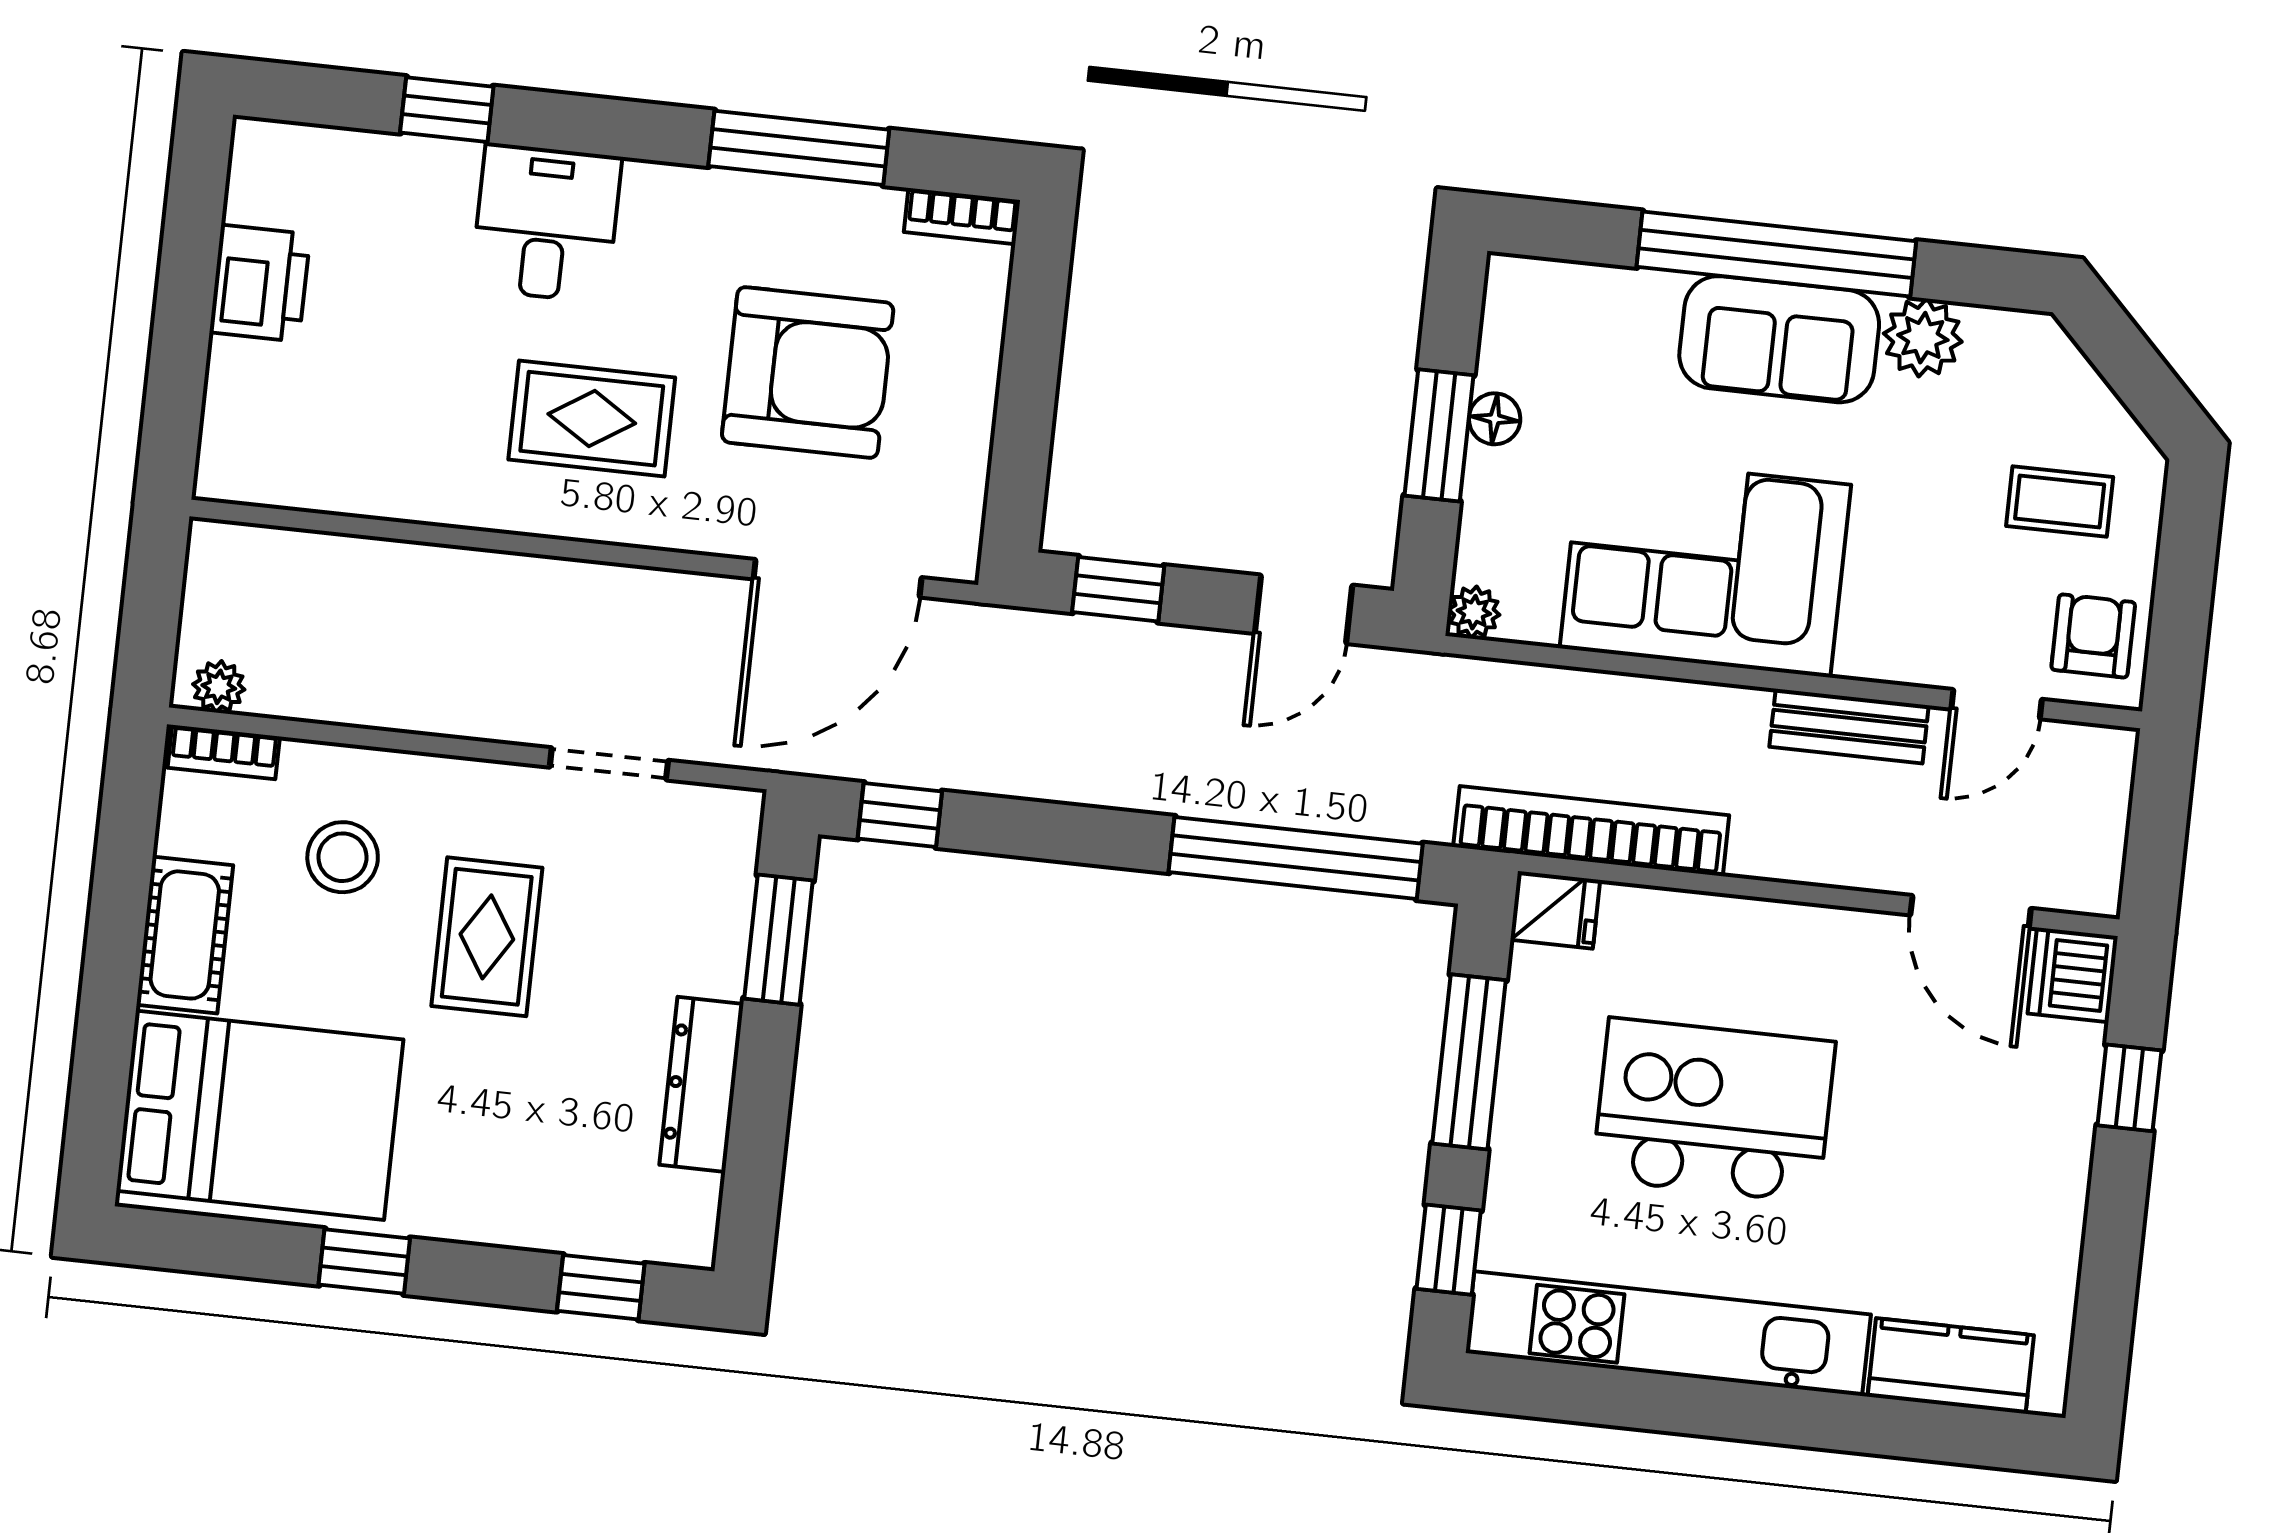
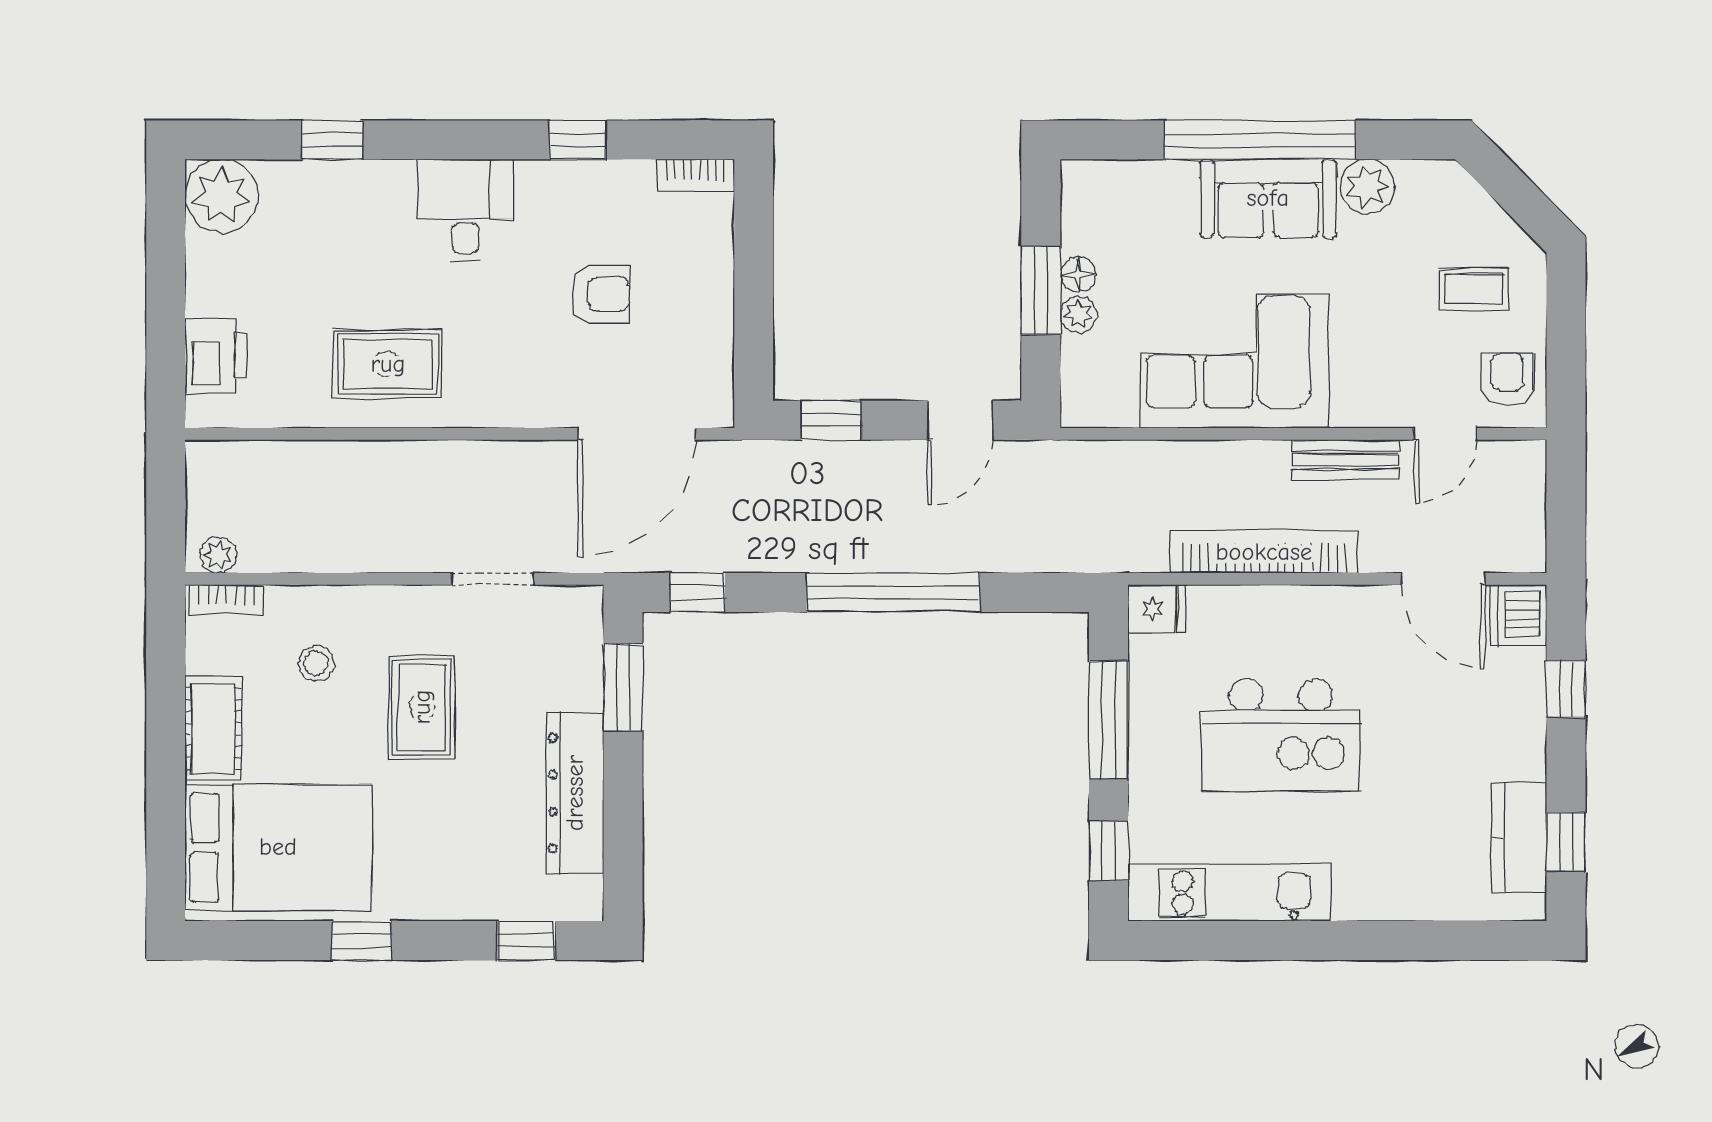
window: (799, 148) -> (578, 140), width x0.46
plant: (280, 172) -> (221, 196), added
desk: (546, 223) -> (465, 211), moved
printer: (260, 283) -> (216, 356), moved
armchair: (808, 372) -> (601, 294), width x0.53, depth x0.53
rug: (592, 419) -> (388, 364), moved
plant: (1474, 612) -> (1078, 314), moved
bookcase: (1591, 831) -> (1264, 552), moved
stool: (343, 857) -> (316, 663), width x0.73, depth x0.73
window: (1296, 858) -> (893, 592), moved
dresser: (701, 1084) -> (575, 793), width x1.37, depth x1.24
kitchen island: (1714, 1110) -> (1281, 735), turned 180
window: (2106, 1307) -> (1566, 842), added
kitchen unit: (1668, 1334) -> (1229, 893), width x0.73
kitchen counter: (1951, 1366) -> (1519, 837), moved, turned -90

